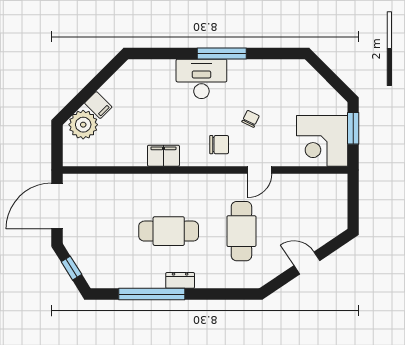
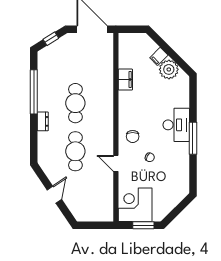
plant: (83, 125) -> (169, 69), moved
filing cabinet: (163, 156) -> (125, 80), moved
cafe table: (241, 231) -> (75, 151), turned 90
dresser: (180, 280) -> (43, 121), moved

